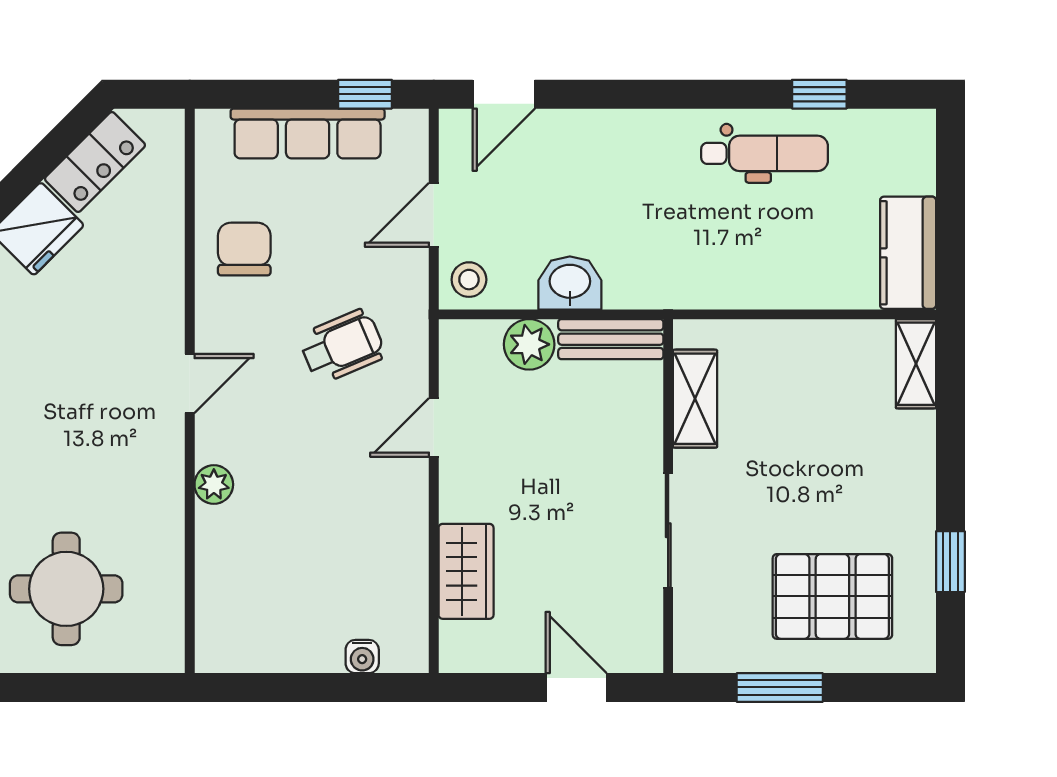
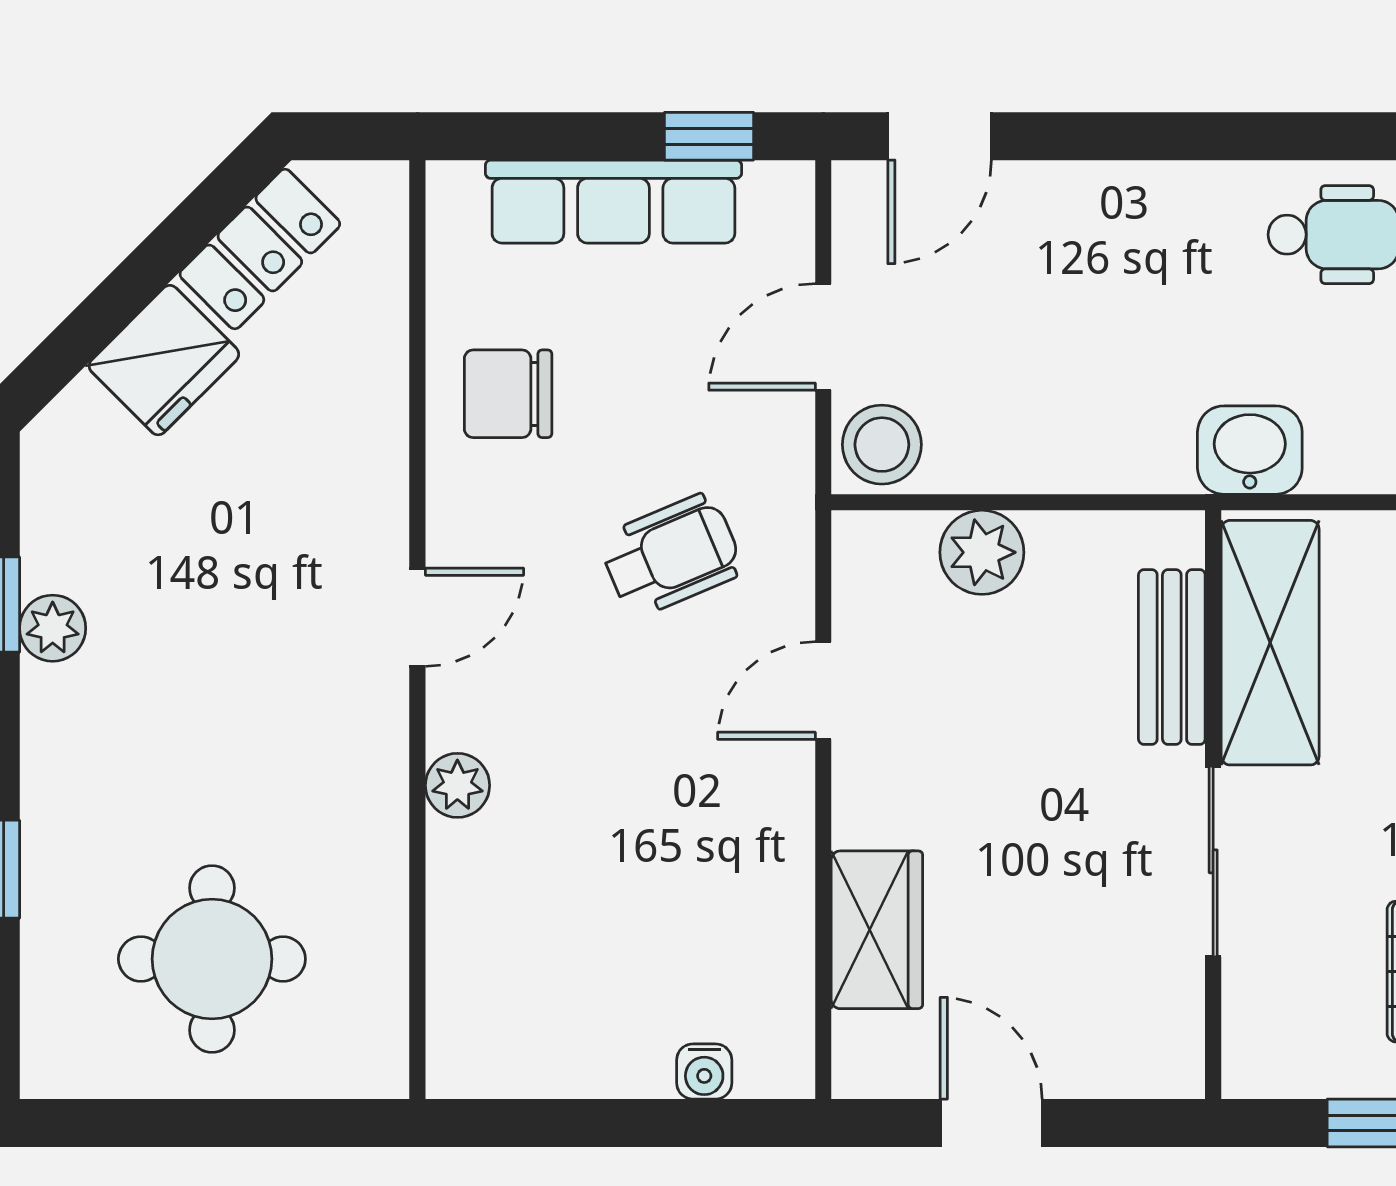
chair: (244, 249) -> (508, 394), turned -90
stool: (469, 280) -> (882, 445), width x1.37, depth x1.37
washbasin: (570, 283) -> (1250, 450), moved
bench: (611, 339) -> (1172, 657), moved, turned 90
shelving: (695, 399) -> (1270, 643), width x1.50, depth x1.33
door: (576, 687) -> (991, 1123), moved

